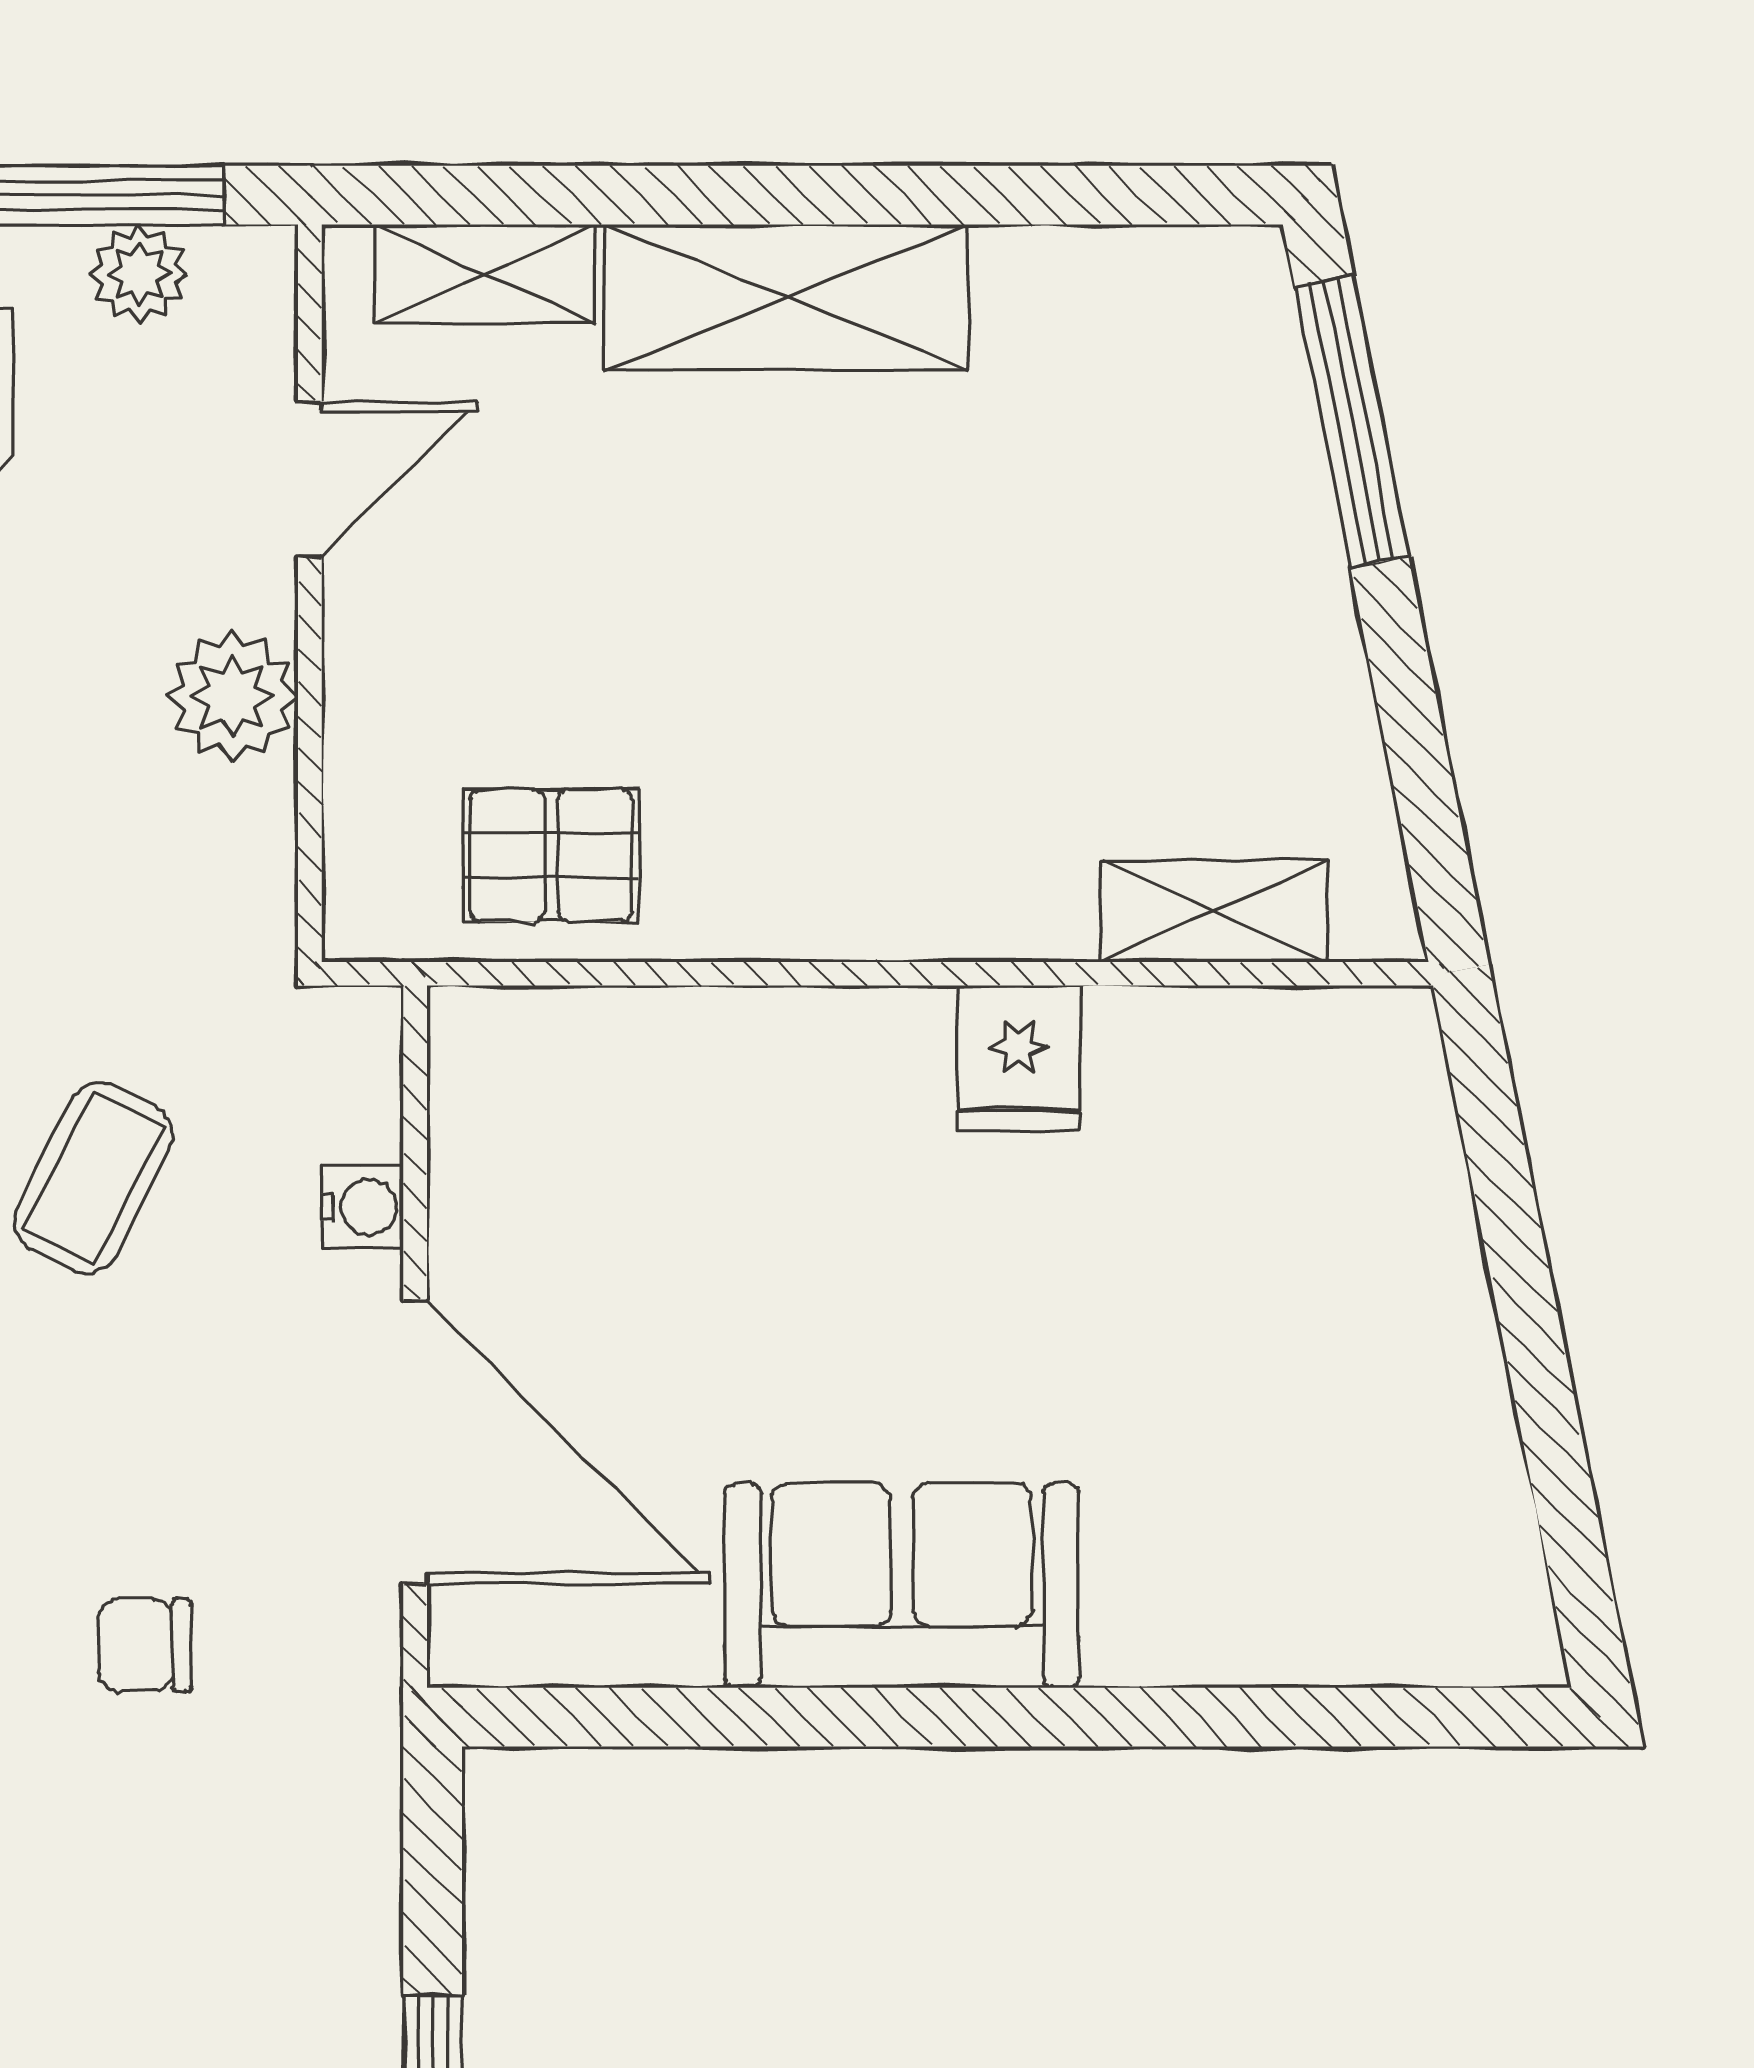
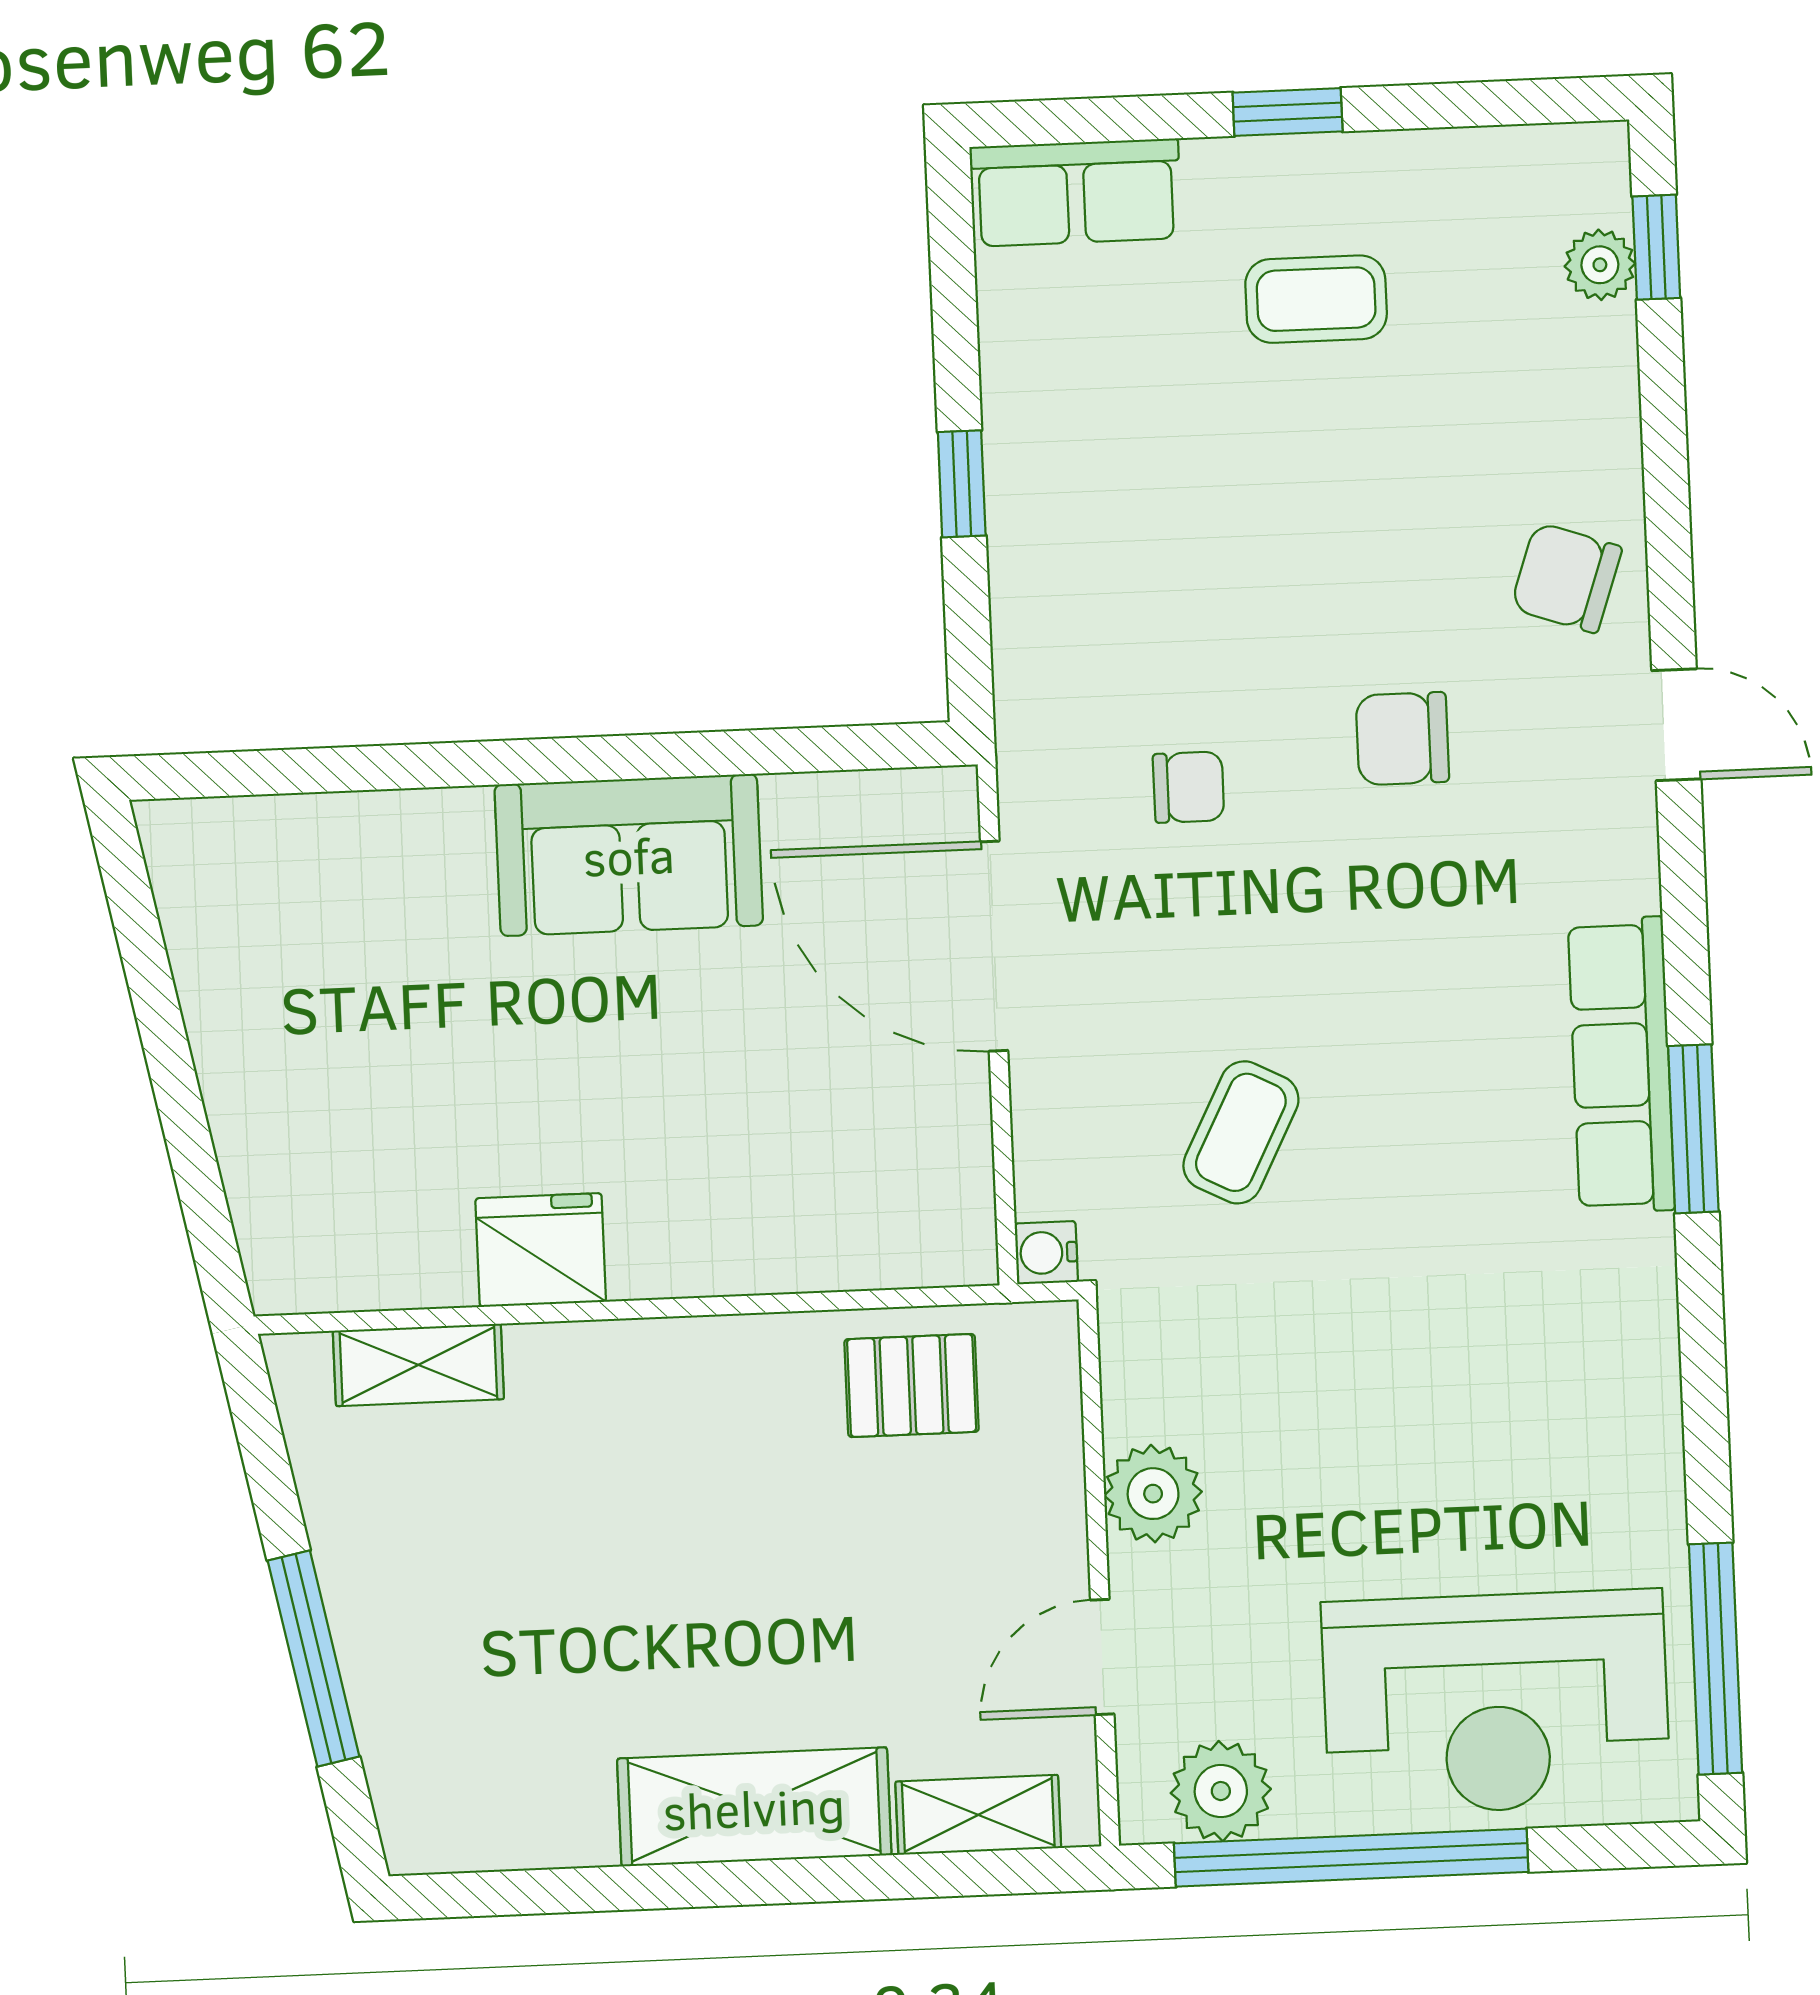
plant: (139, 274) -> (1221, 1791), width x1.38, depth x1.38
window: (1352, 422) -> (314, 1659), moved
fridge: (1019, 1059) -> (541, 1250), width x1.38
water cooler: (362, 1207) -> (1046, 1253), moved

